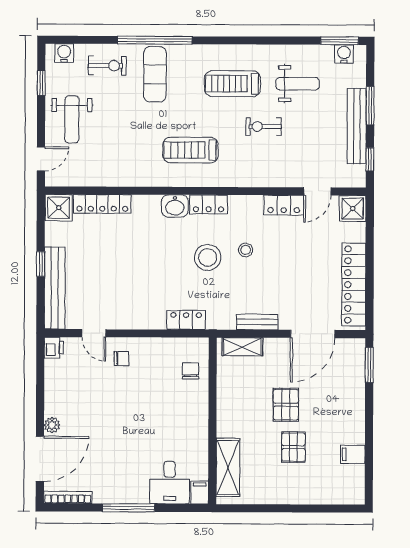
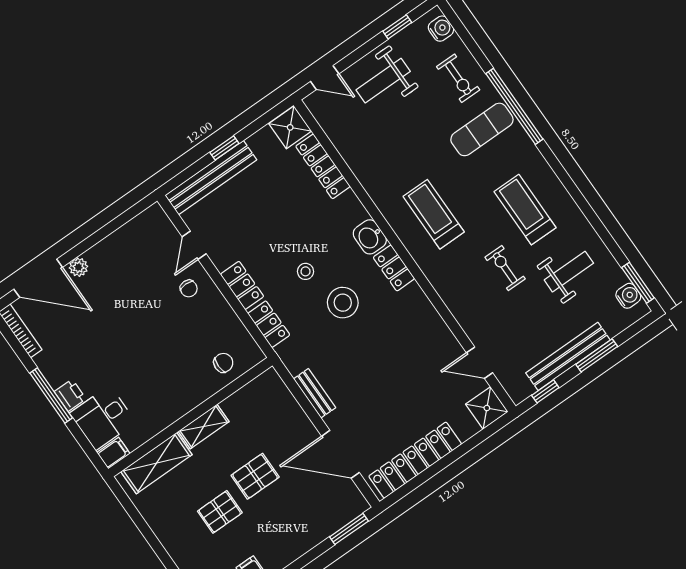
weight bench: (298, 84) -> (569, 272), turned -90
locker: (284, 205) -> (242, 285), moved, turned 180
stool: (246, 250) -> (306, 271), moved
shelving: (242, 347) -> (204, 426), moved, turned 90
printer: (54, 348) -> (70, 395), moved, turned -90

